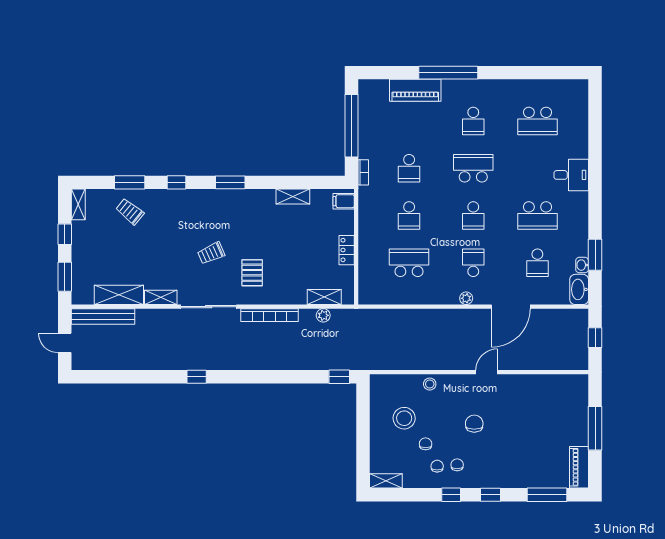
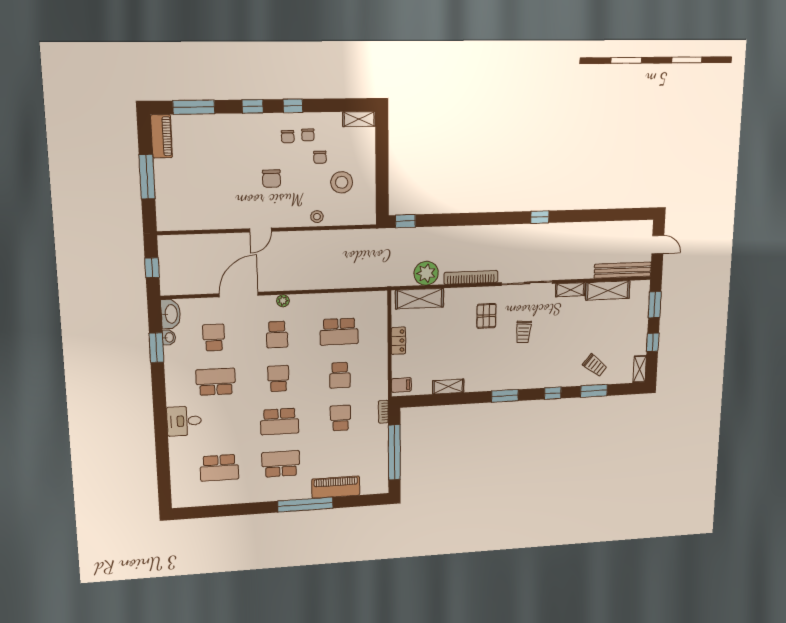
school desk: (473, 121) -> (281, 464), width x1.85
school desk: (537, 121) -> (219, 468), turned 180
school desk: (409, 216) -> (340, 375), turned 180
trolley: (211, 253) -> (524, 332), turned 117
shelving: (324, 297) -> (420, 299), width x1.50, depth x1.33
plant: (323, 315) -> (426, 273), width x1.87, depth x1.87

